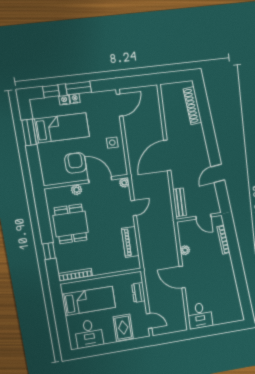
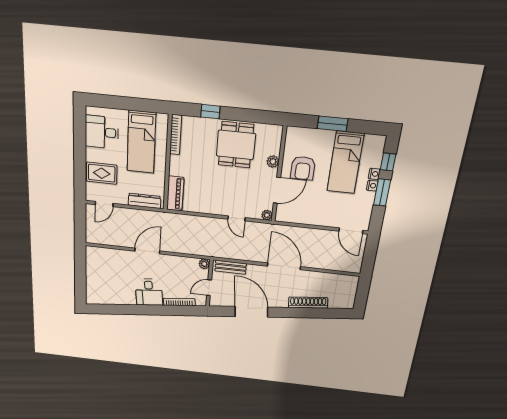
shoe rack: (193, 106) -> (308, 303), moved
window: (29, 132) -> (333, 124), moved
side table: (112, 143) -> (314, 213), removed
armchair: (75, 163) -> (303, 168), turned 90
door: (218, 173) -> (251, 312), width x1.88
dining table: (71, 224) -> (236, 145), turned 90
piano: (130, 242) -> (175, 194), moved, turned 90
plant: (185, 250) -> (204, 264), moved
dresser: (138, 293) -> (144, 201), width x1.44
desk: (200, 316) -> (149, 292), moved, turned -96

